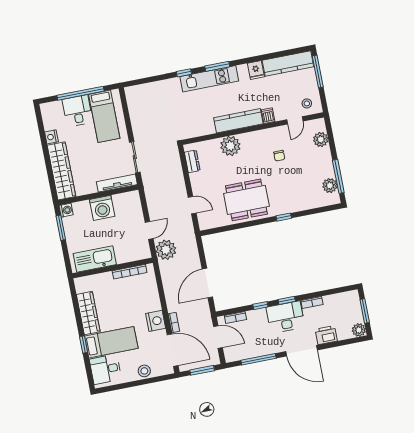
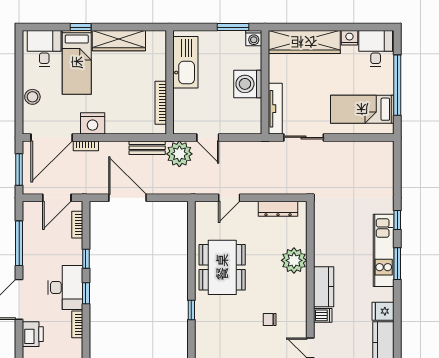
desk: (77, 111) -> (376, 48), moved, turned -90
kitchen counter: (238, 121) -> (324, 287), width x0.67
dresser: (192, 161) -> (278, 209), width x1.44
bench: (166, 275) -> (147, 148), added

